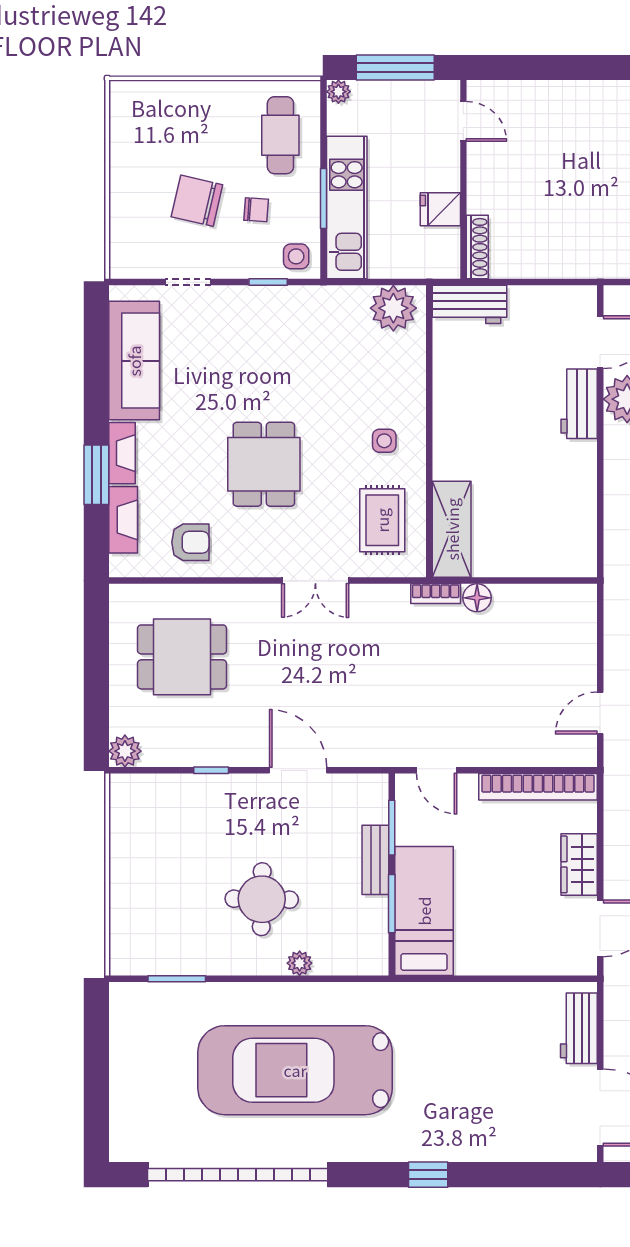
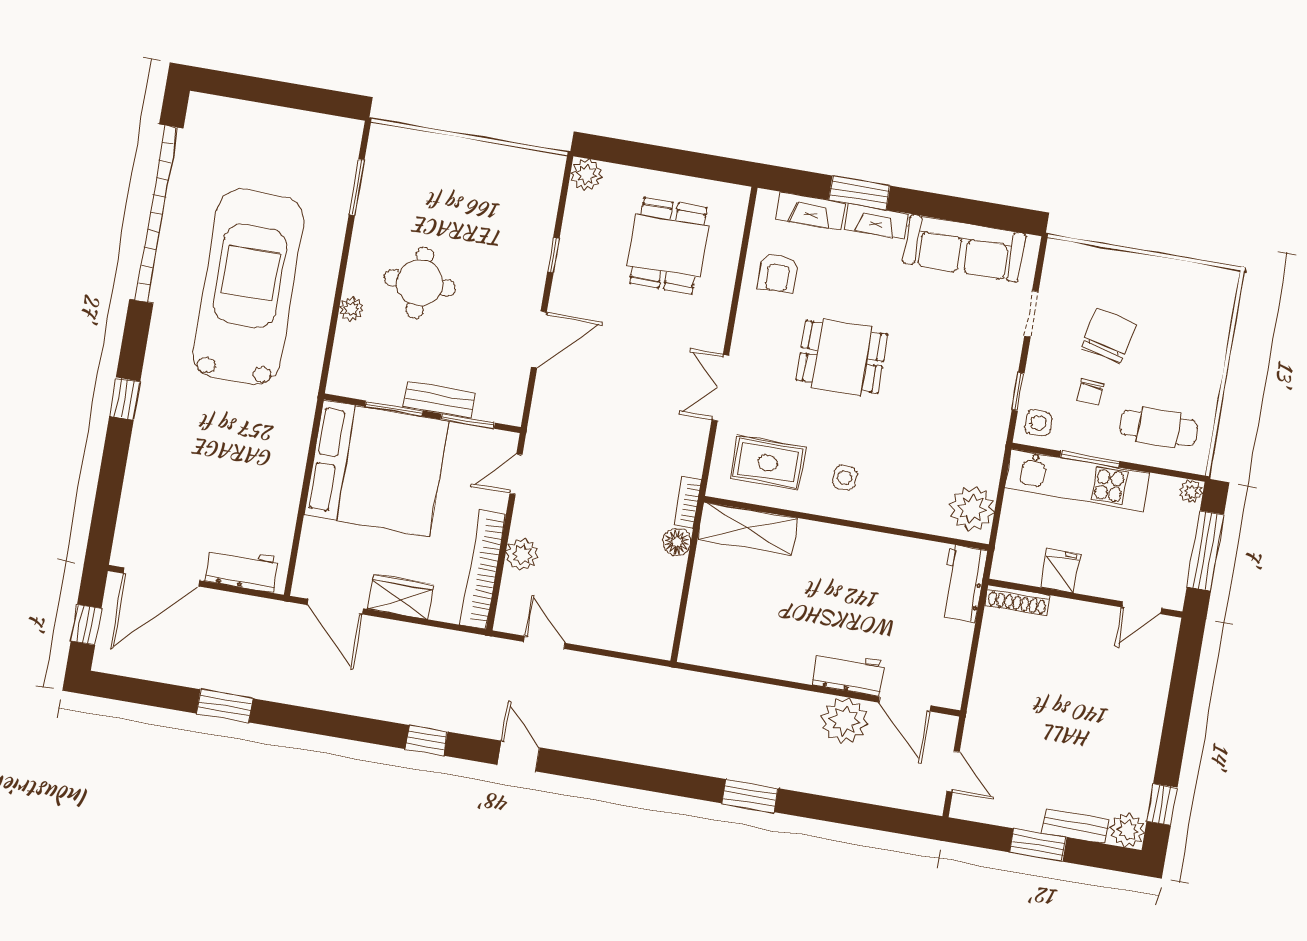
plant: (516, 750) -> (522, 555), added
bed: (424, 911) -> (376, 468), width x2.04

